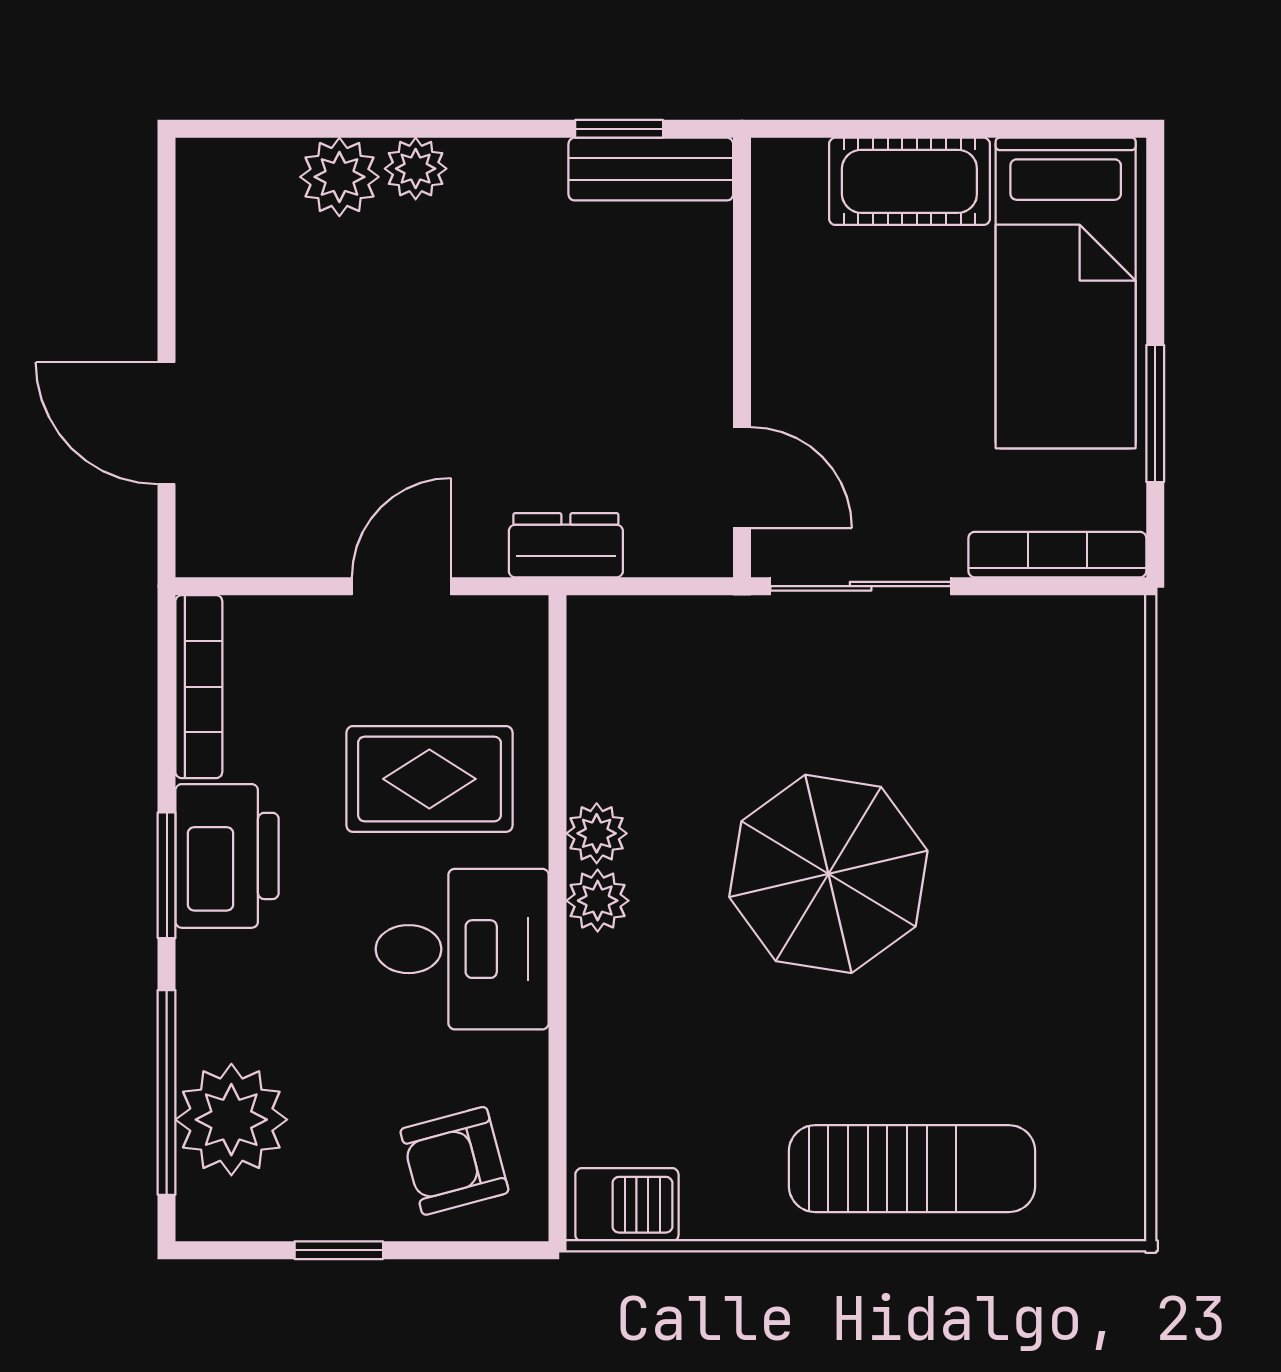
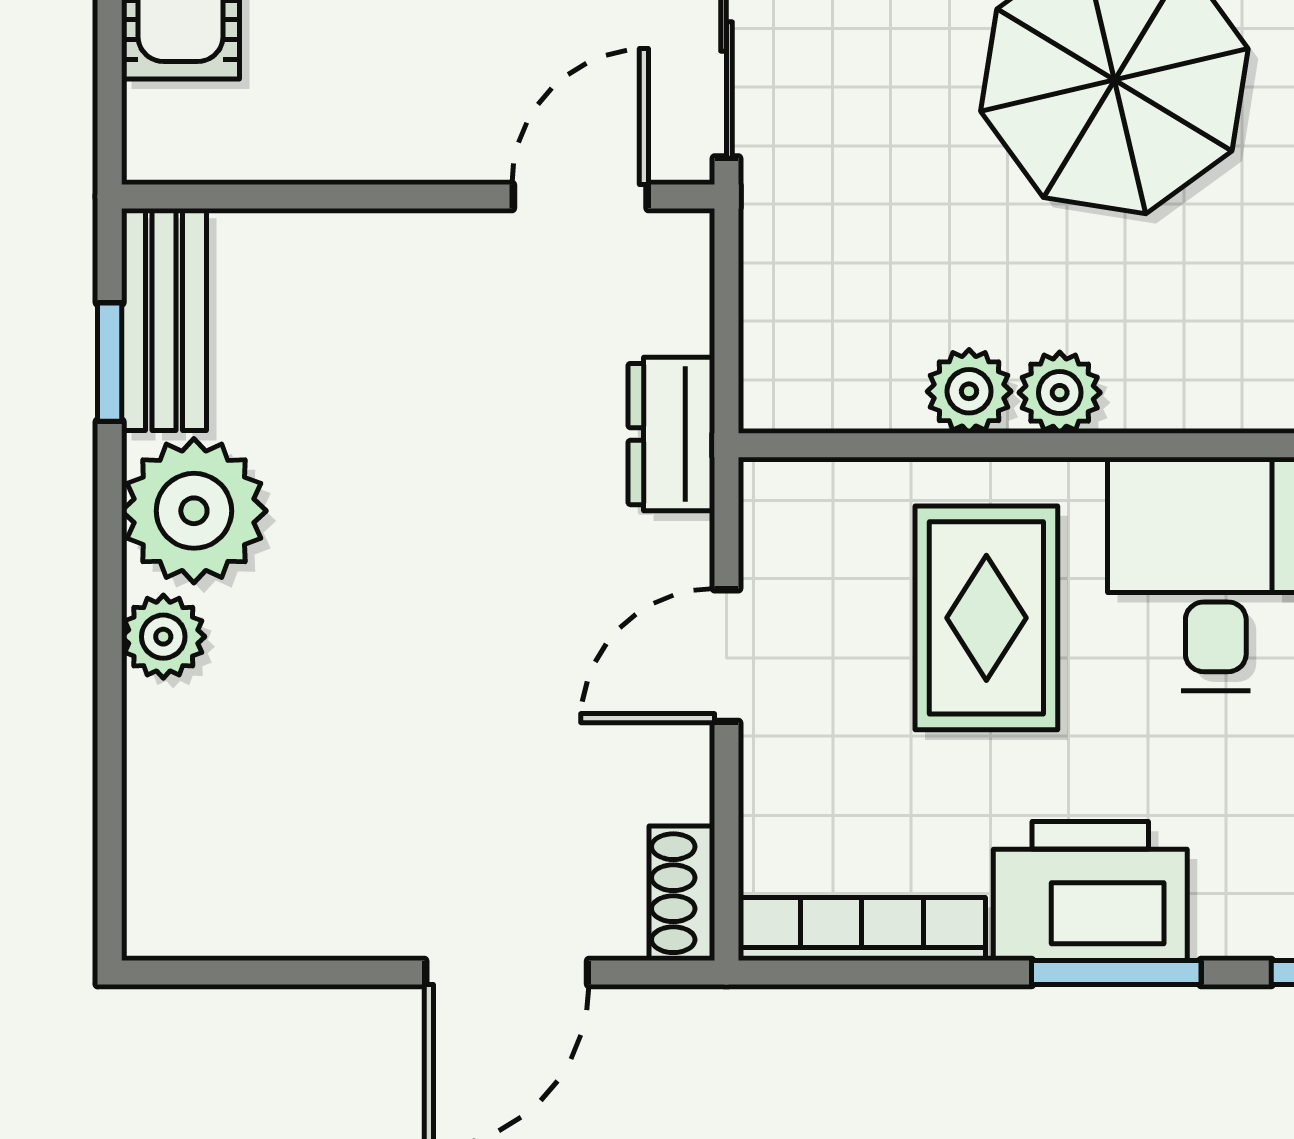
plant: (339, 177) -> (194, 511), moved, width x1.36, depth x1.36
shoe rack: (225, 553) -> (682, 893), added
door: (401, 586) -> (726, 656), hinge flipped
plant: (598, 901) -> (969, 391), moved

